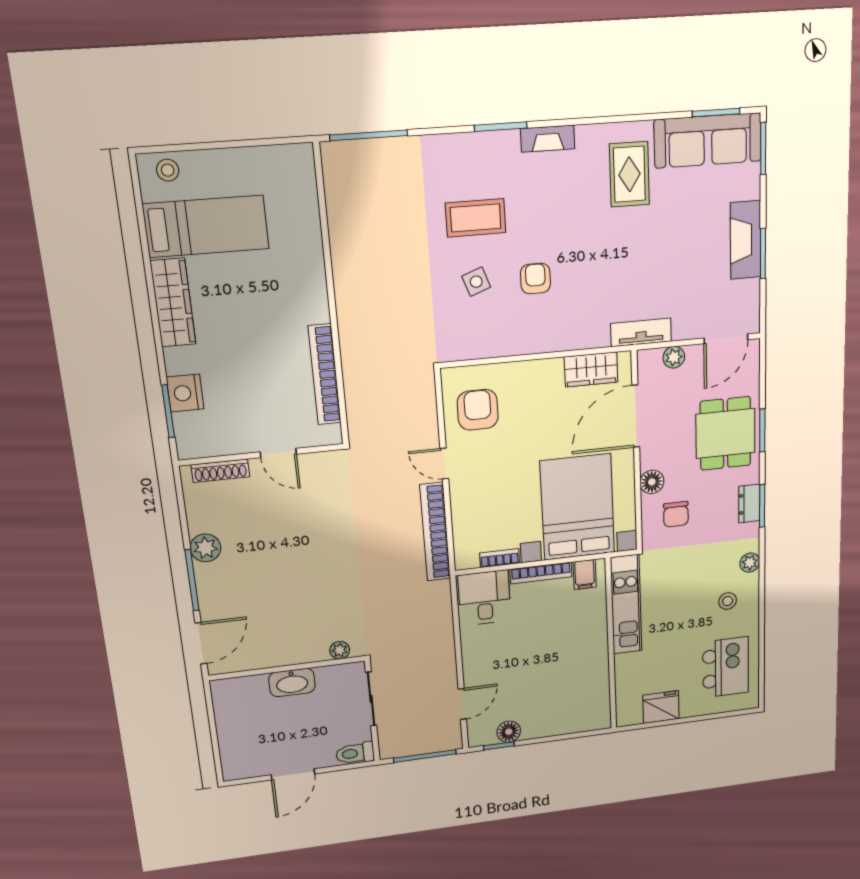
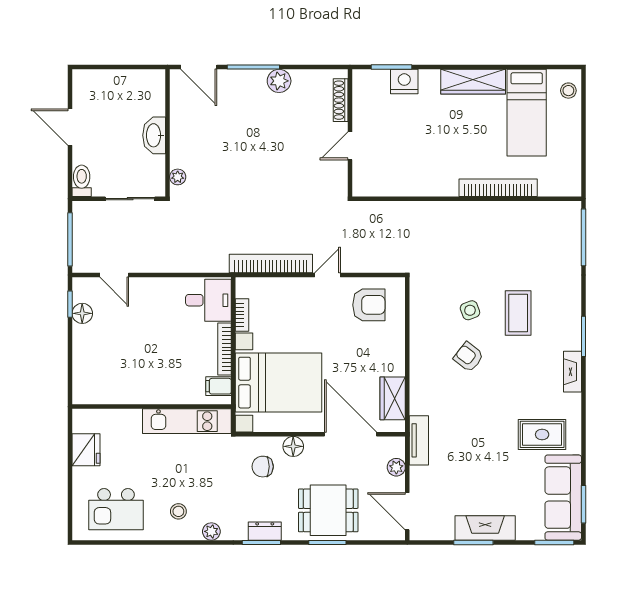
armchair: (535, 279) -> (469, 357), turned -142
bookcase: (325, 375) -> (498, 188), moved

